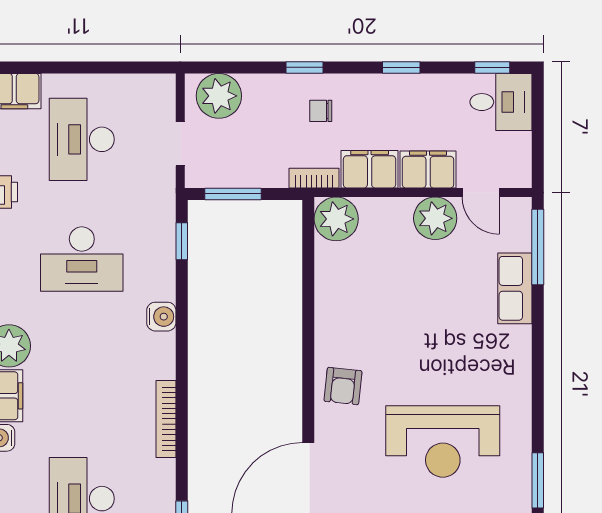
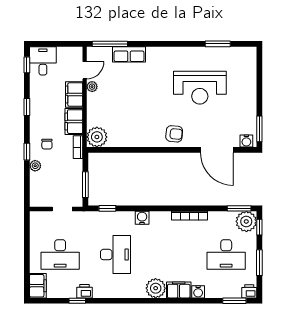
plant: (219, 96) -> (35, 166), moved, width x0.53, depth x0.53
plant: (435, 218) -> (92, 87), width x0.53, depth x0.53
reception desk: (443, 442) -> (200, 88), turned 90

